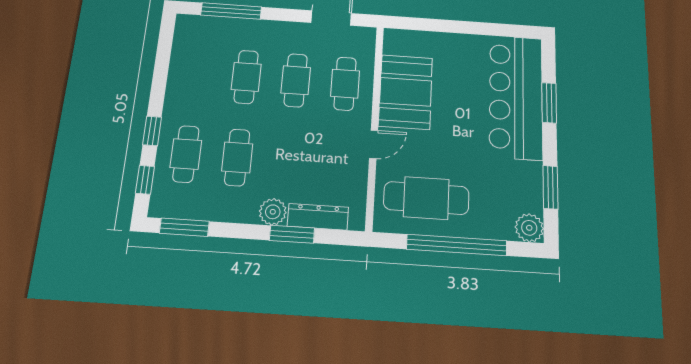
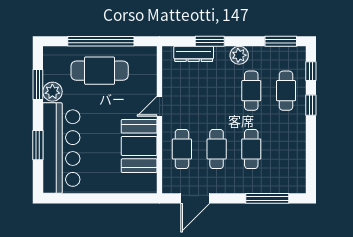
cafe table: (426, 198) -> (100, 71), moved
plant: (273, 212) -> (239, 55), moved
plant: (529, 228) -> (52, 92), moved

